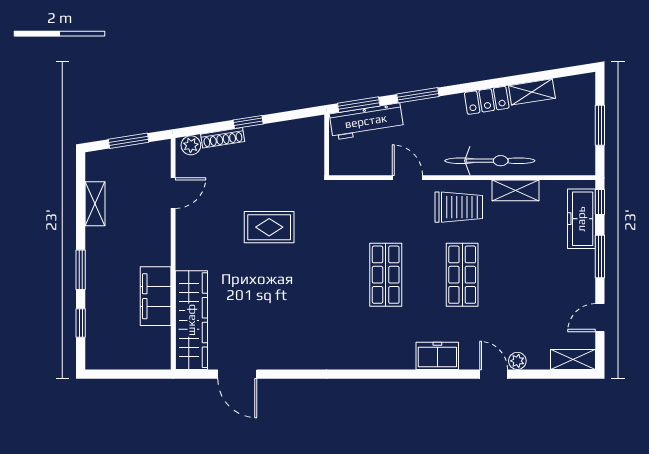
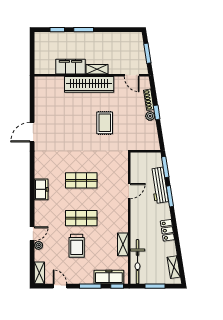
shelving: (532, 92) -> (174, 267), moved
workbench: (366, 121) -> (159, 185), moved
plant: (191, 145) -> (150, 116), moved
bicycle: (490, 161) -> (138, 262), moved
door: (173, 193) -> (132, 75), moved
shelving: (95, 204) -> (97, 69), moved
trolley: (459, 207) -> (77, 246), moved
wardrobe: (191, 320) -> (89, 84), moved
freezer: (437, 356) -> (41, 189), moved
door: (237, 374) -> (32, 132), moved

